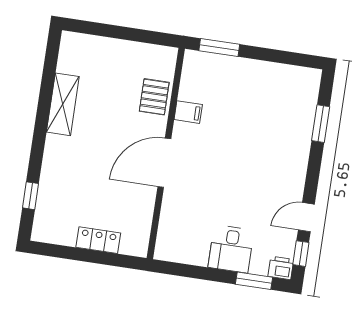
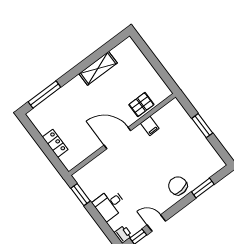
window: (219, 48) -> (202, 126), moved
chair: (289, 150) -> (178, 186), added
window: (30, 196) -> (44, 95), width x2.17
window: (254, 281) -> (81, 195), moved

